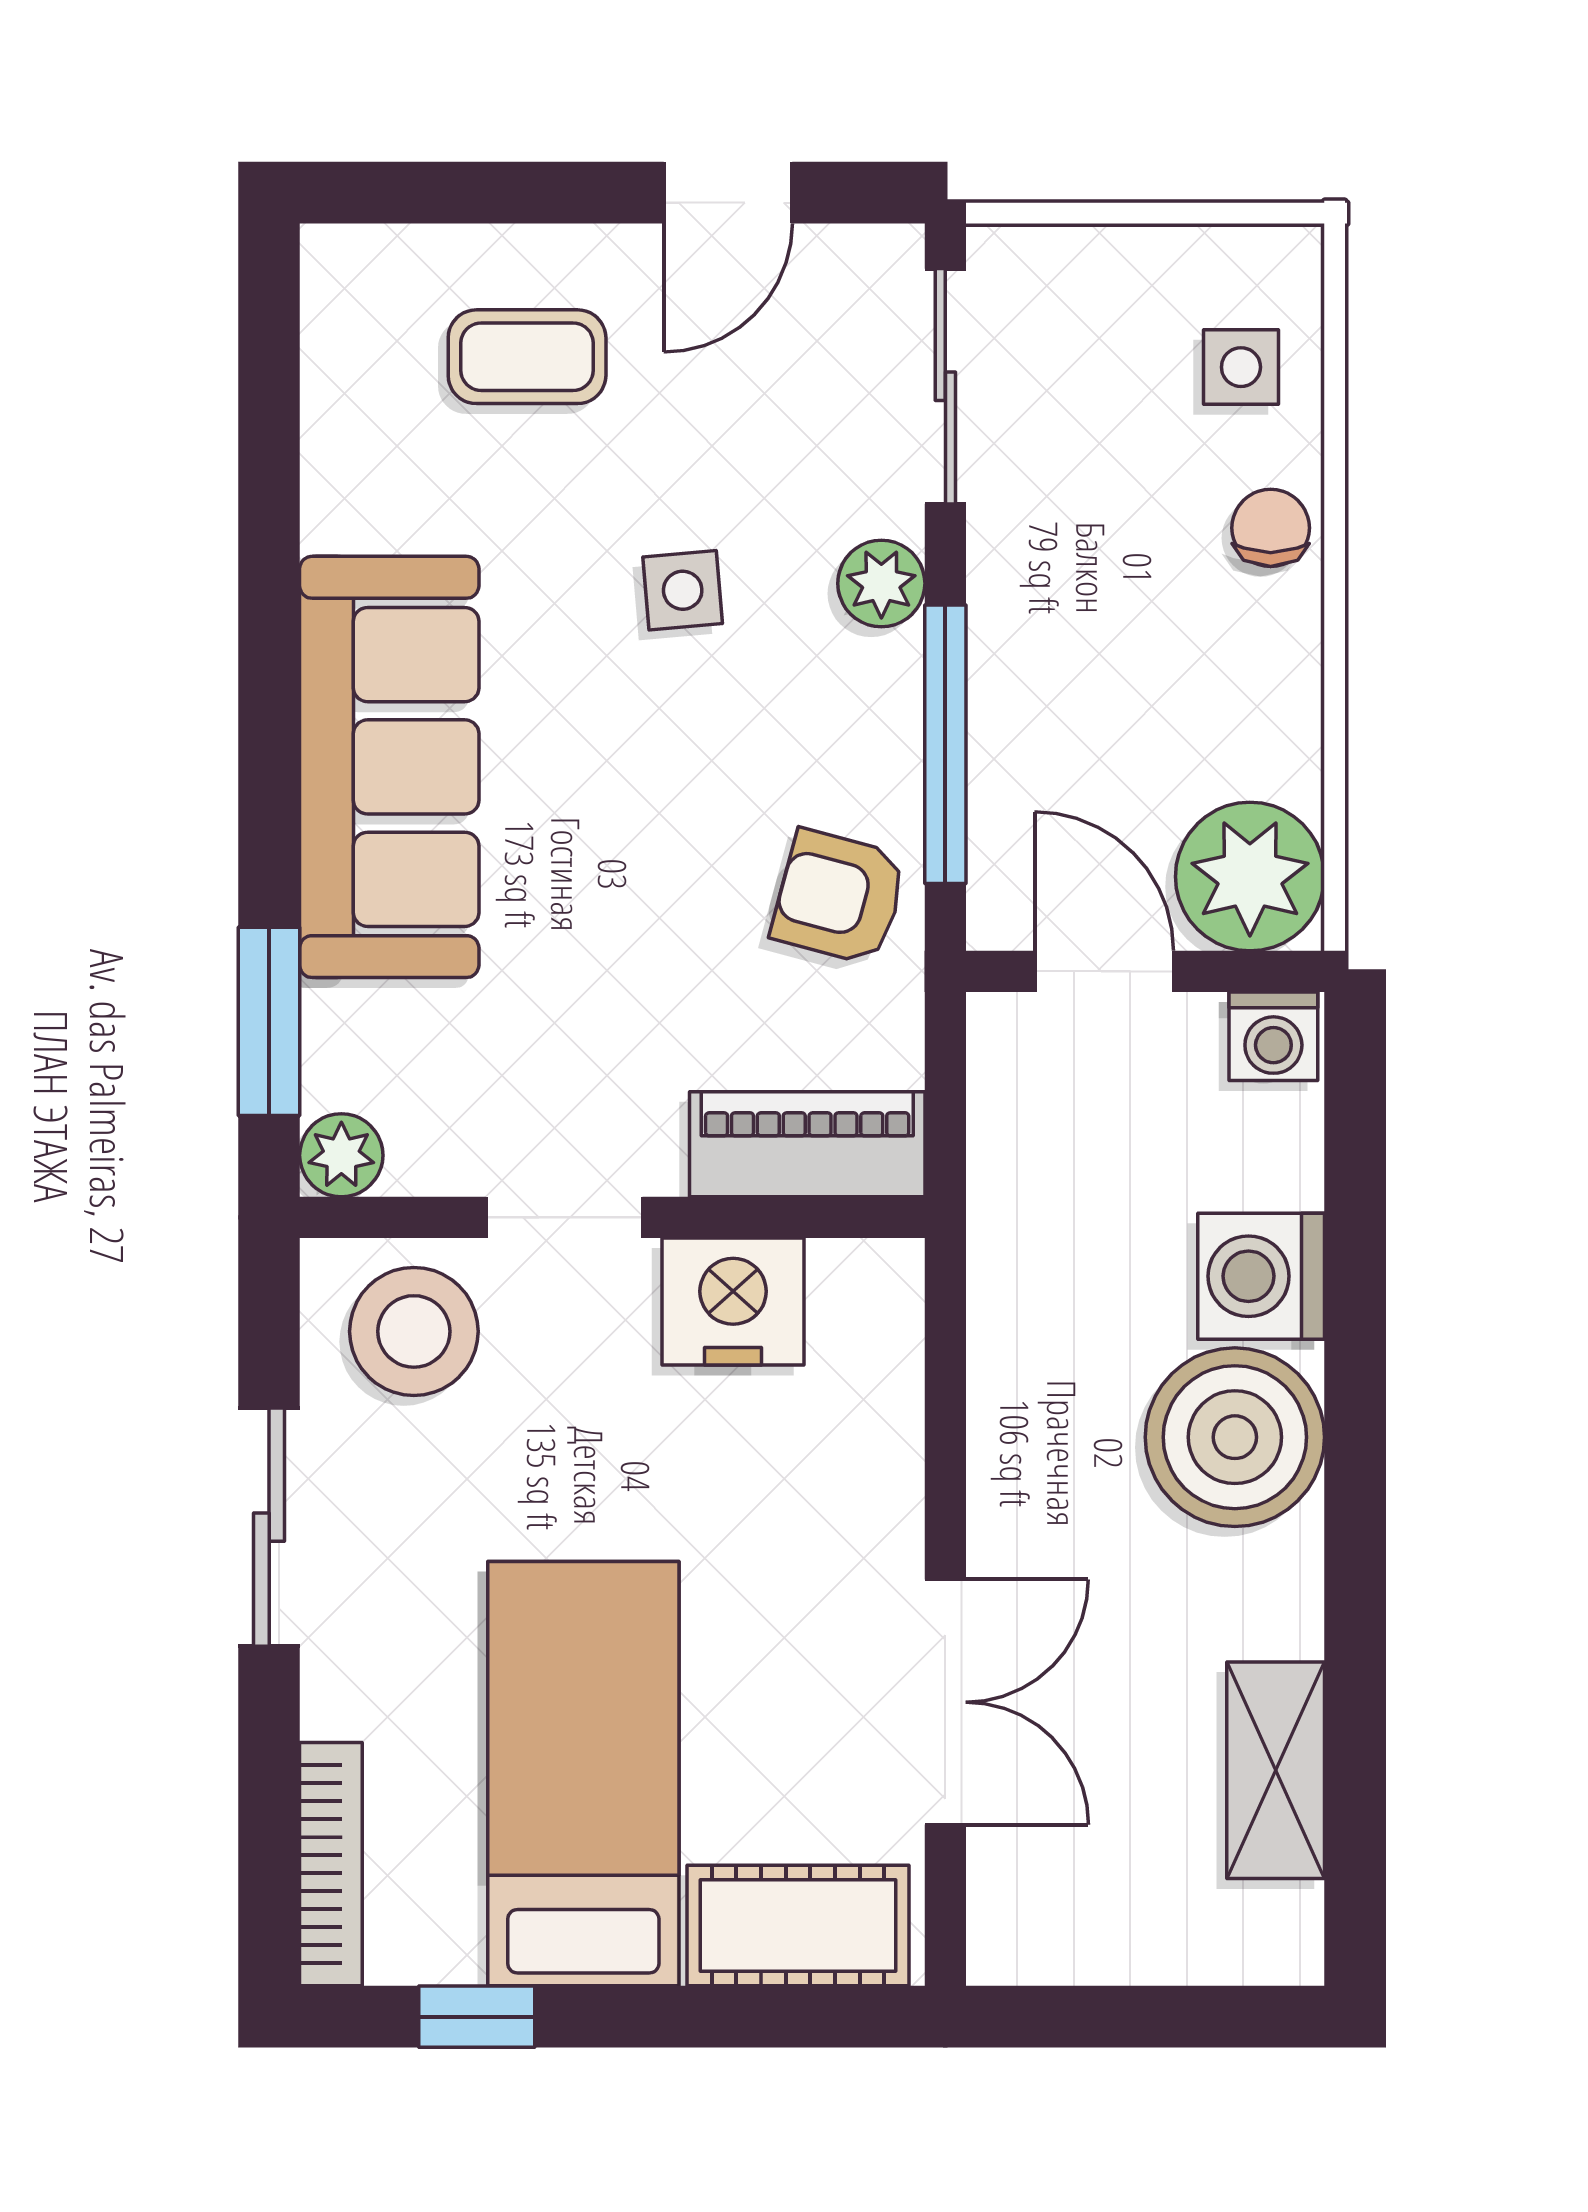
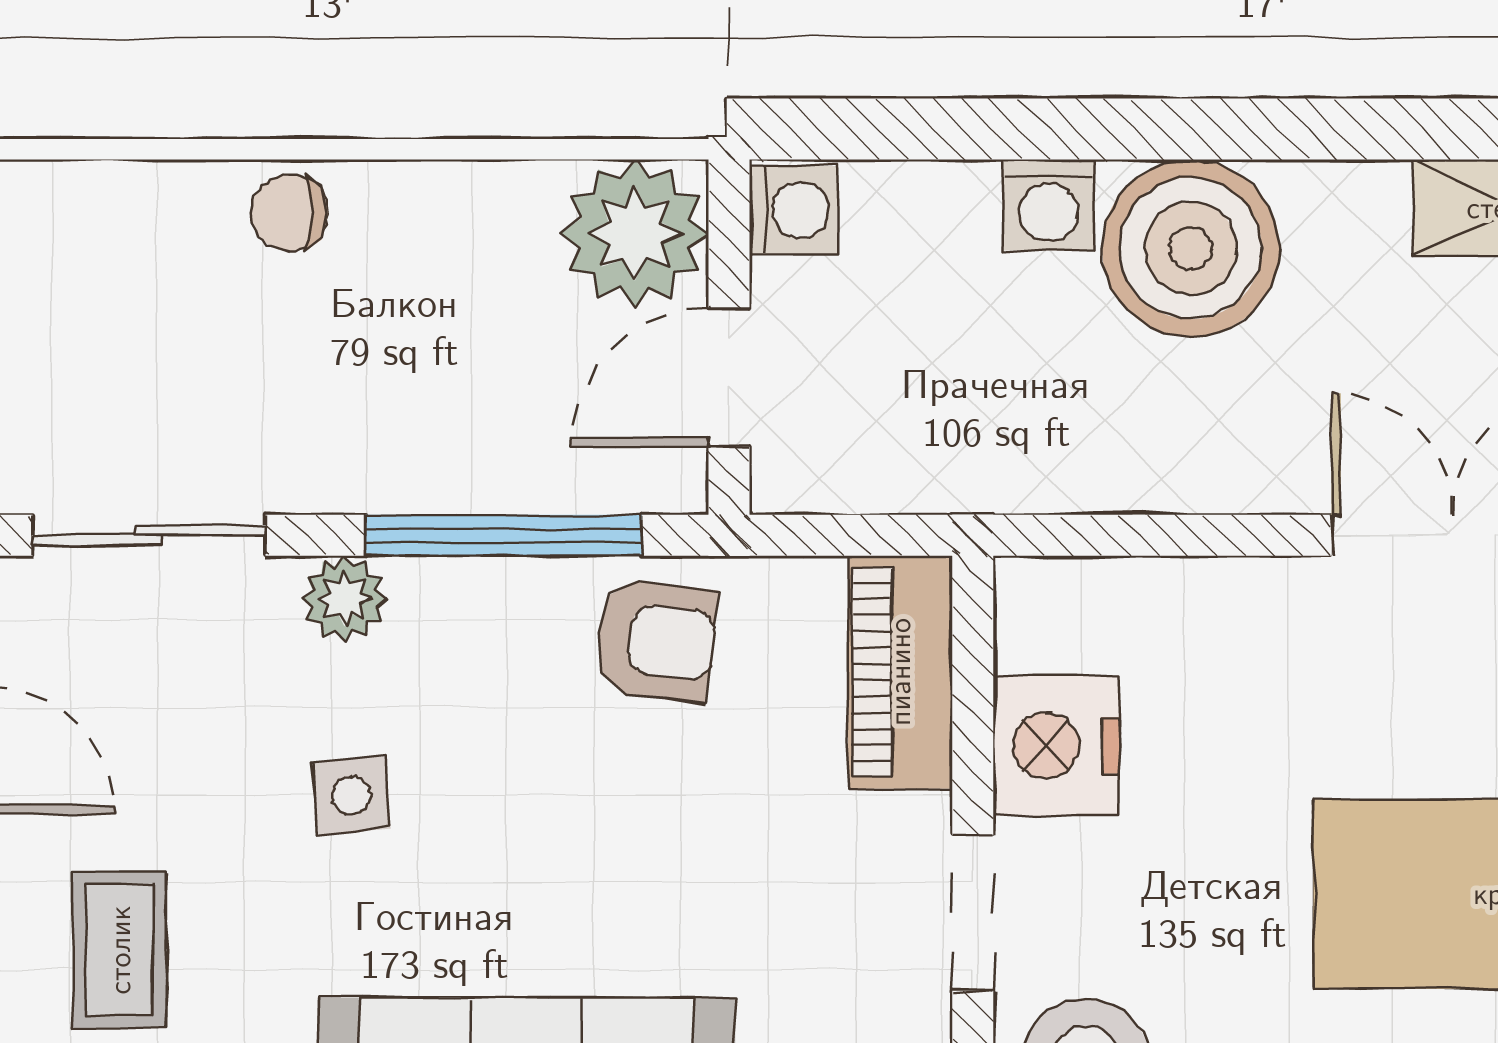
side table: (1241, 367) -> (130, 242), removed
armchair: (839, 897) -> (655, 640), turned -98
washing machine: (1261, 1276) -> (1048, 205), width x0.73, depth x0.73

